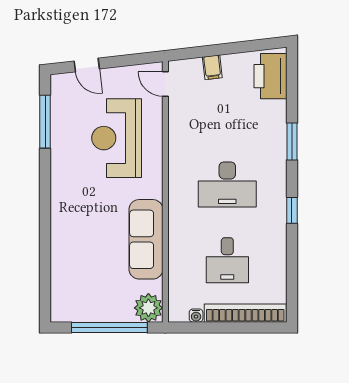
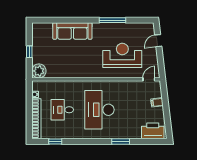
window: (45, 122) -> (112, 20), moved
desk: (227, 185) -> (99, 110), width x1.36, depth x1.30
window: (292, 210) -> (55, 142), moved
sofa: (146, 239) -> (72, 31), moved, turned 180
window: (109, 327) -> (29, 52), width x0.32

